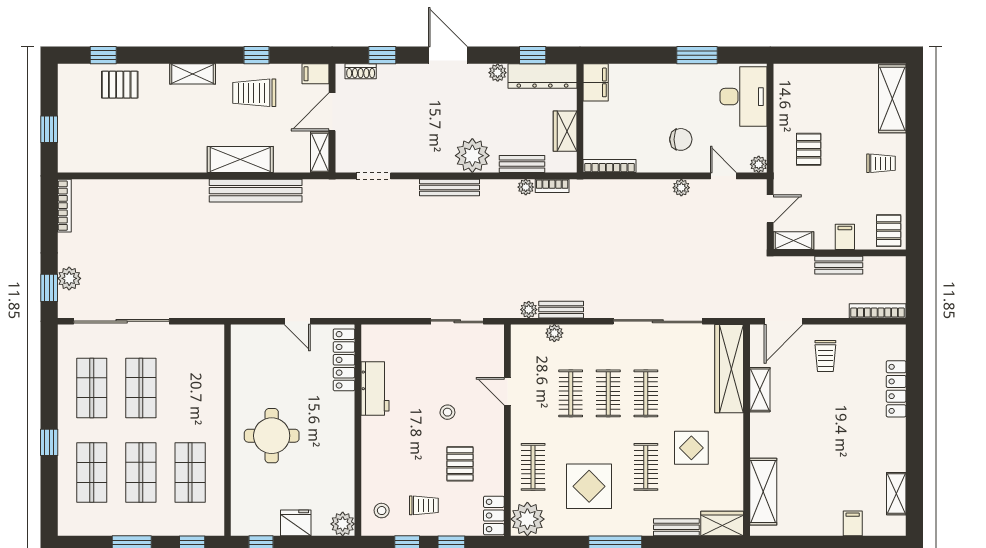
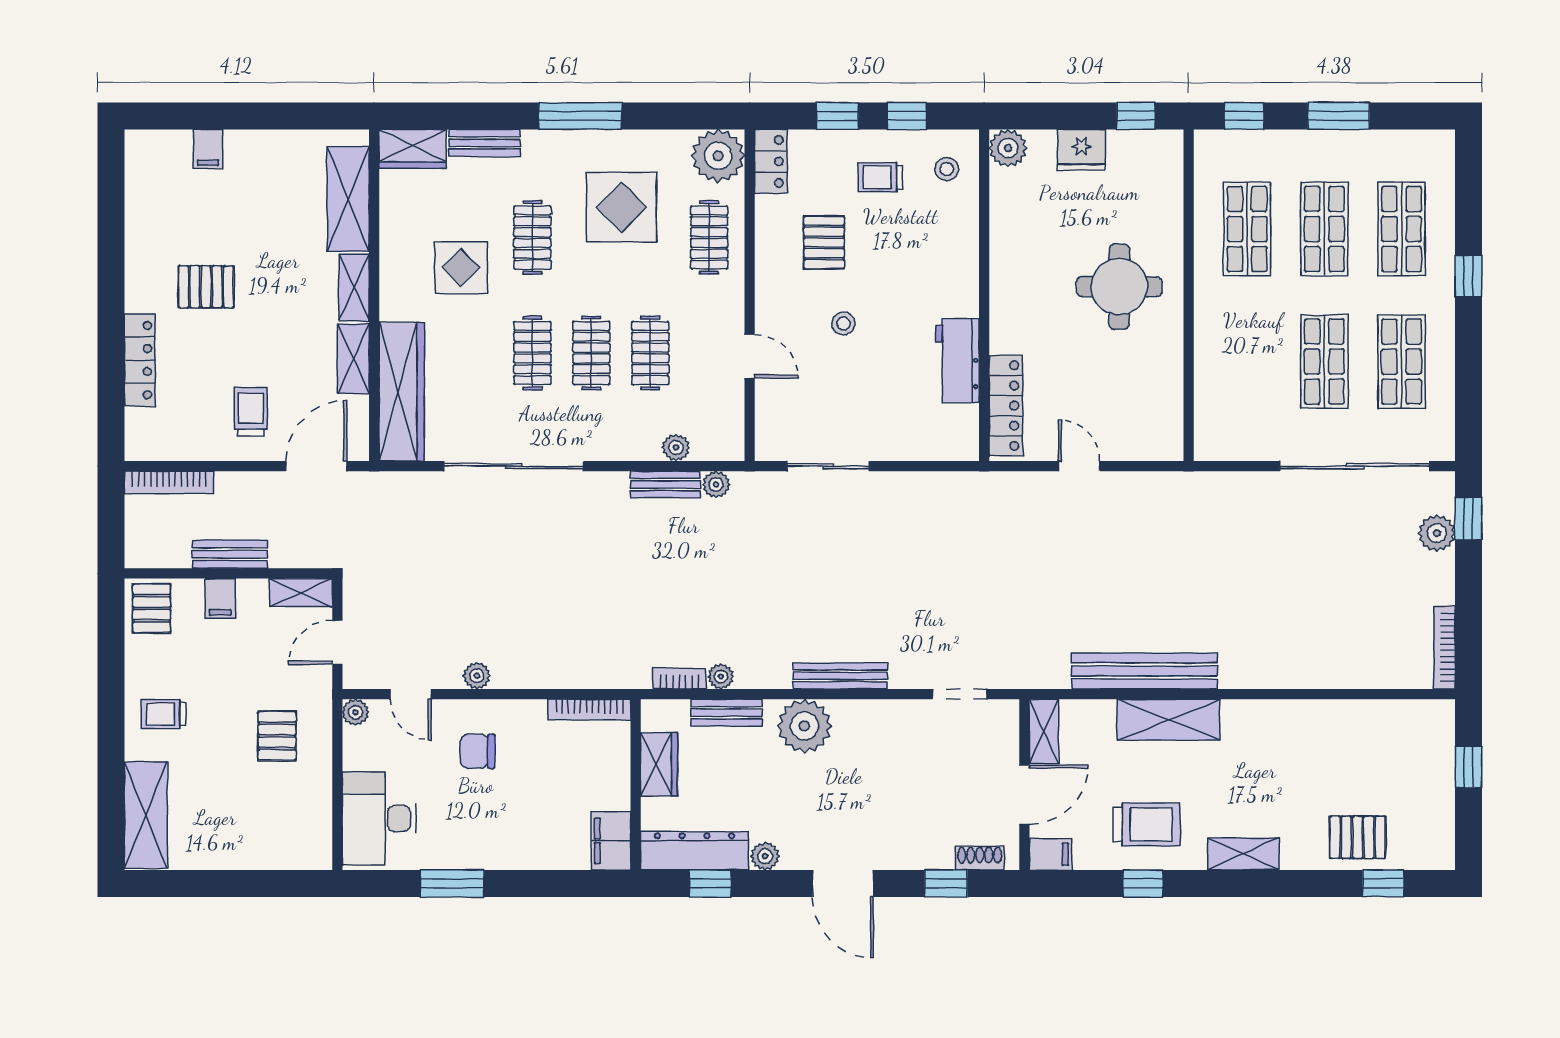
pallet: (854, 436) -> (206, 287), added
shelving: (896, 494) -> (354, 288), moved

